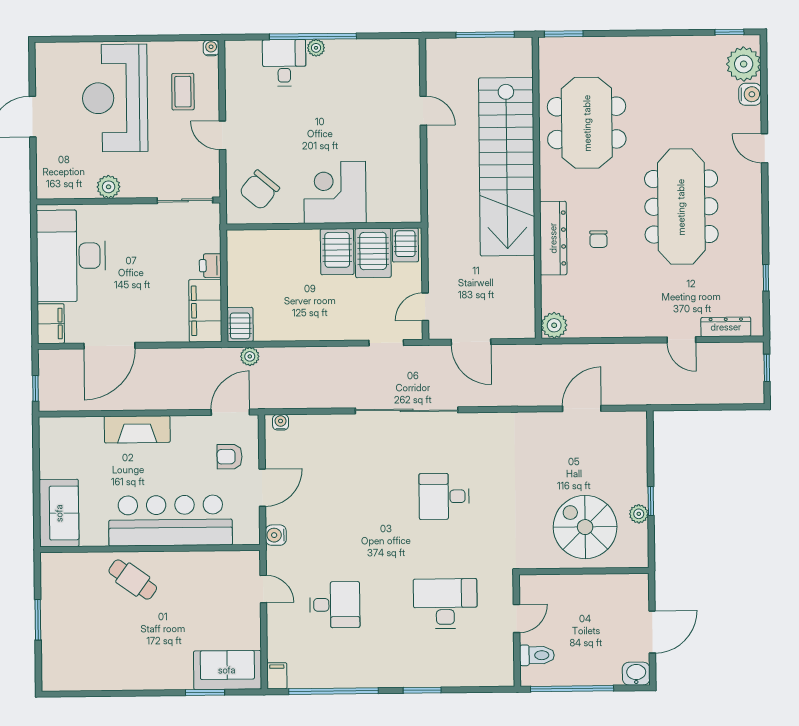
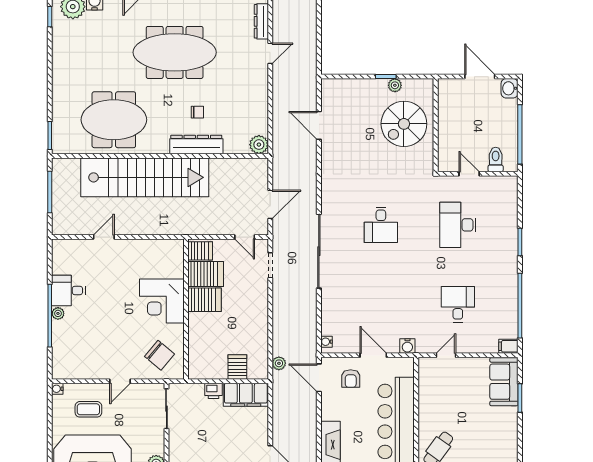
desk: (284, 63) -> (68, 290), moved
server rack: (240, 324) -> (237, 367), moved, turned 90

